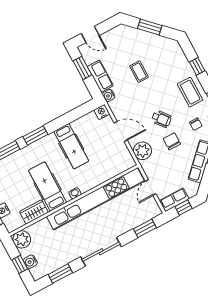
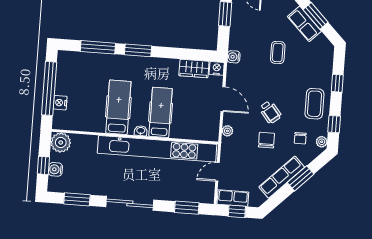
row of seats: (100, 76) -> (304, 24), moved, turned 135
hospital bed: (71, 146) -> (161, 112), moved, turned 180
plant: (142, 151) -> (227, 131), width x0.53, depth x0.53
wardrobe: (34, 212) -> (194, 69), moved, turned 180

